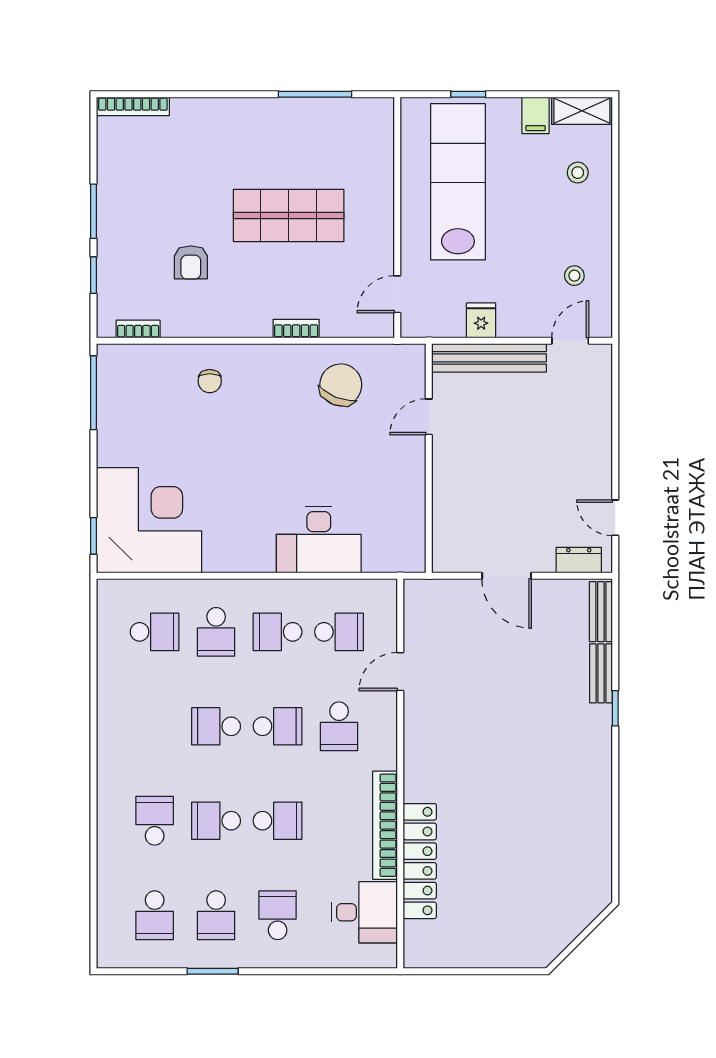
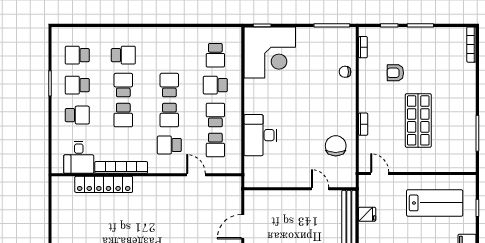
lab bench: (458, 182) -> (435, 203), width x0.73
chair: (210, 381) -> (345, 72), moved
chair: (341, 385) -> (336, 146), turned -112

